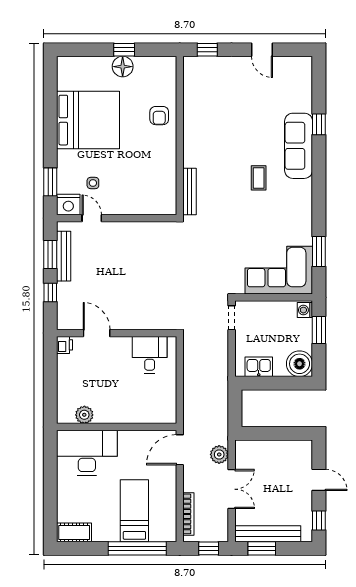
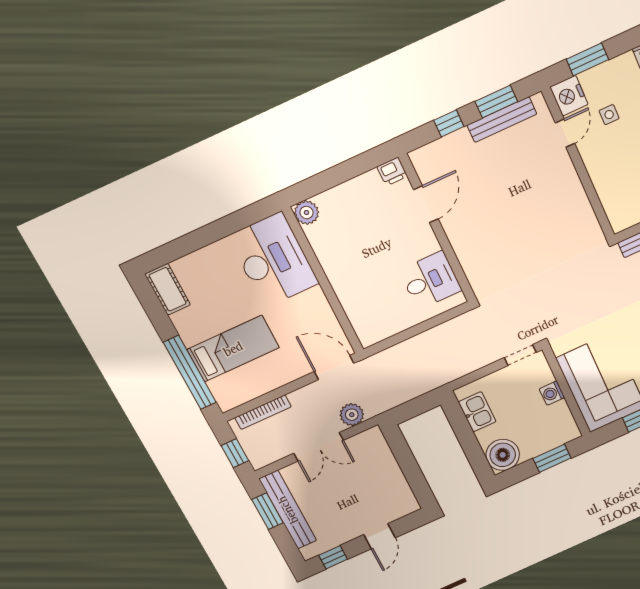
washing machine: (305, 310) -> (552, 393), moved, turned -90
plant: (84, 415) -> (307, 213), moved

